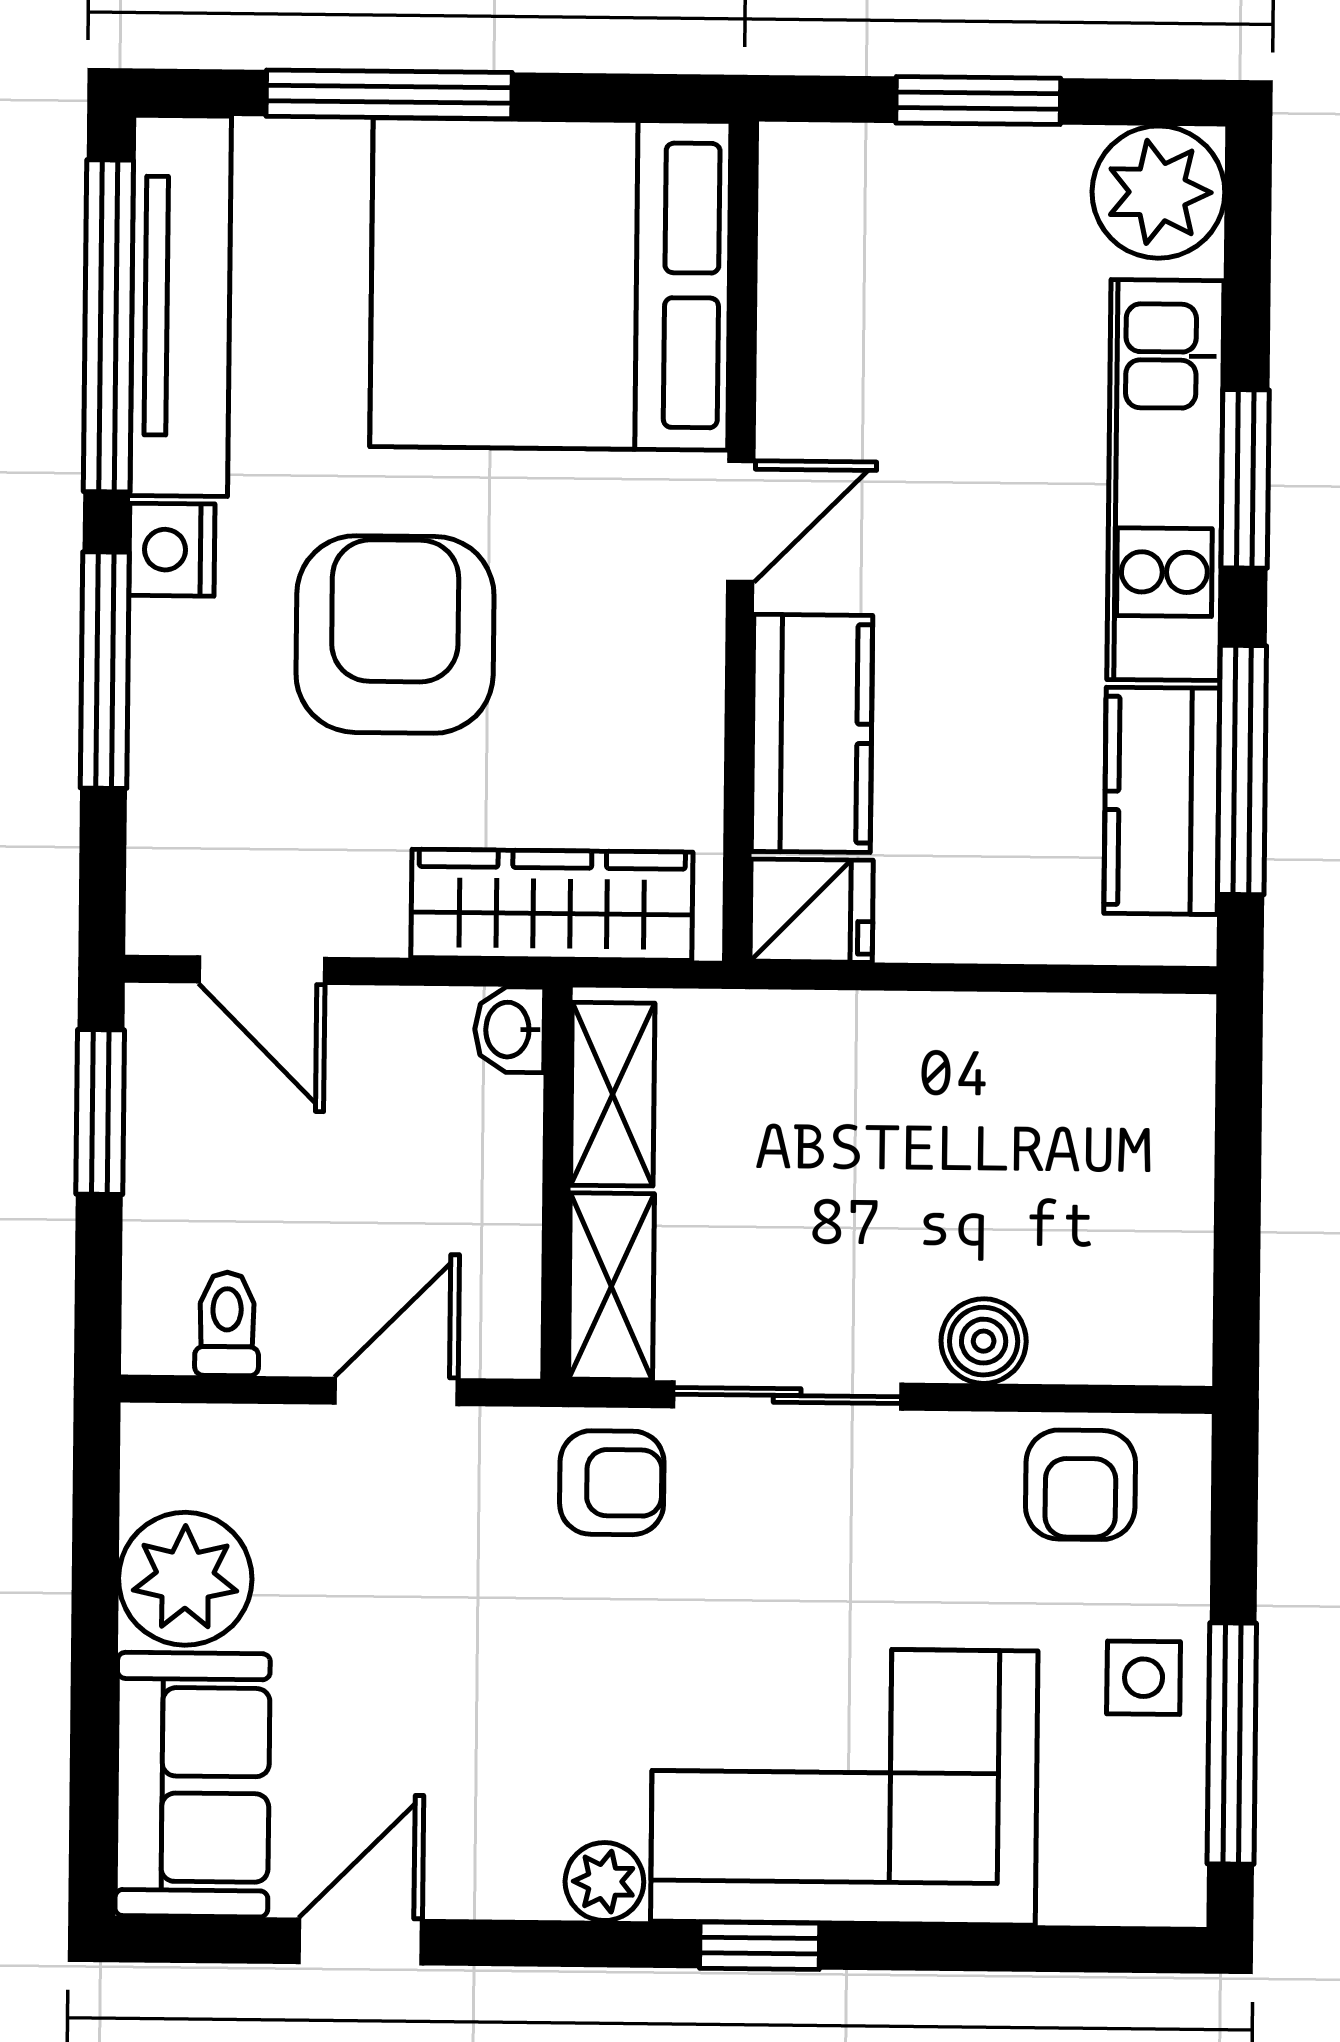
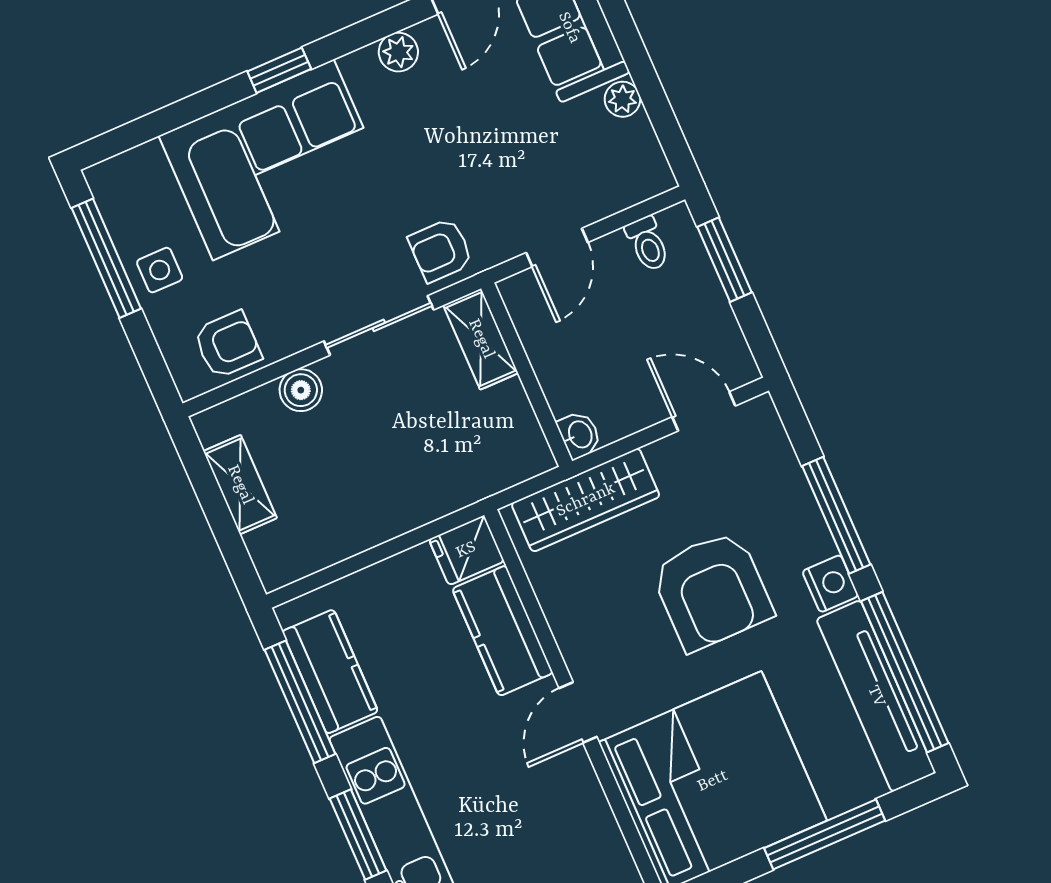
shelving: (613, 1094) -> (240, 485), moved
window: (100, 1112) -> (724, 260), moved
armchair: (1081, 1485) -> (228, 345), turned 90
plant: (185, 1579) -> (622, 99), width x0.53, depth x0.53
plant: (604, 1882) -> (398, 52), moved

